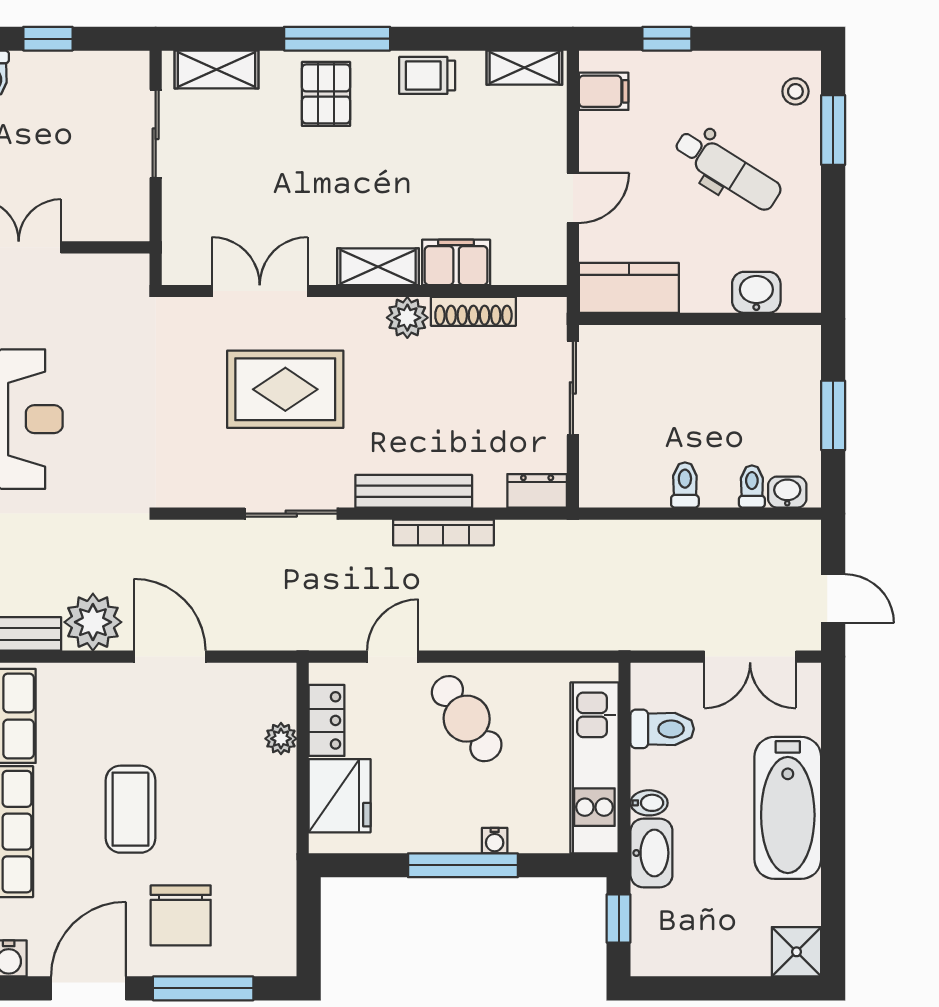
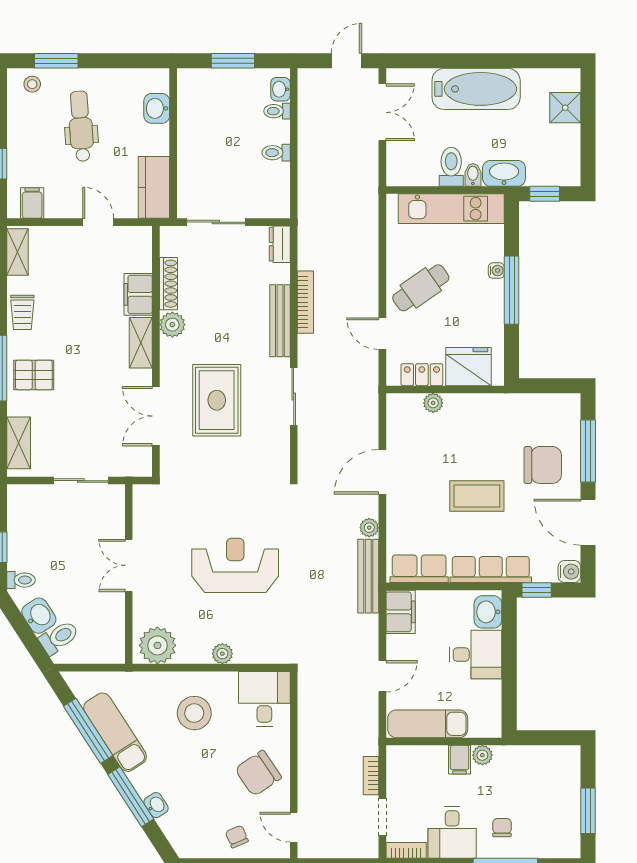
sliding door: (156, 134) -> (81, 481), moved
dental chair: (728, 170) -> (81, 126), turned -36
plant: (93, 622) -> (369, 528), width x0.53, depth x0.53
toilet: (662, 729) -> (451, 167), moved
shower: (797, 952) -> (565, 108), moved

